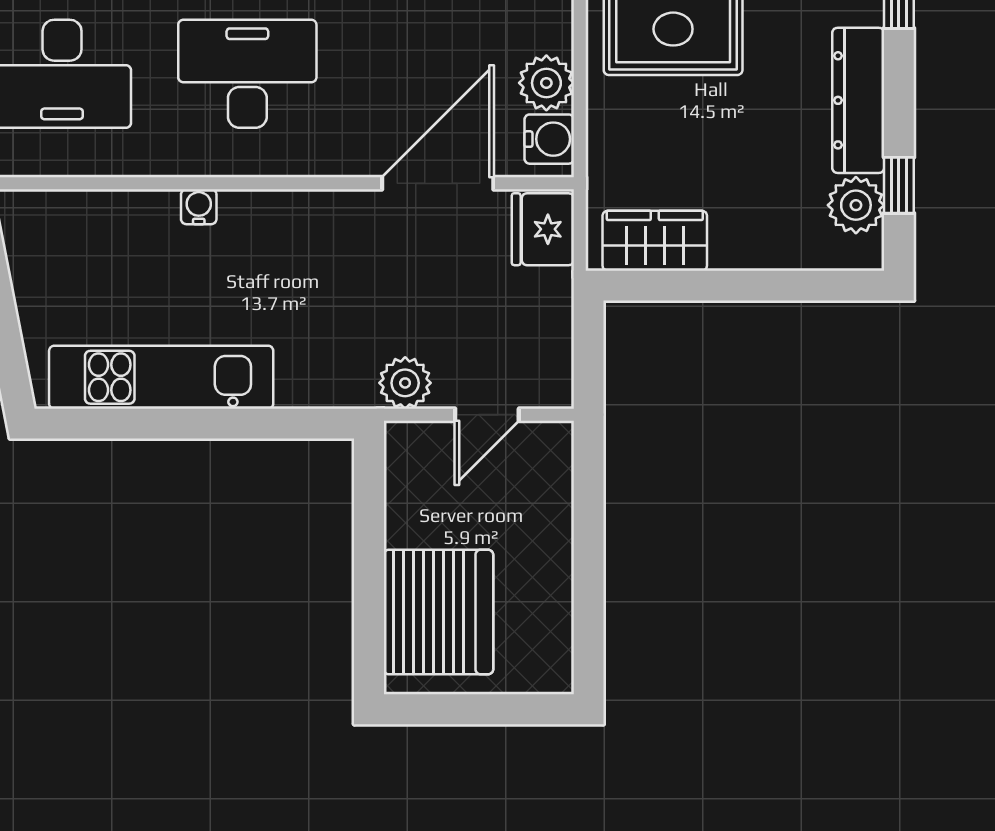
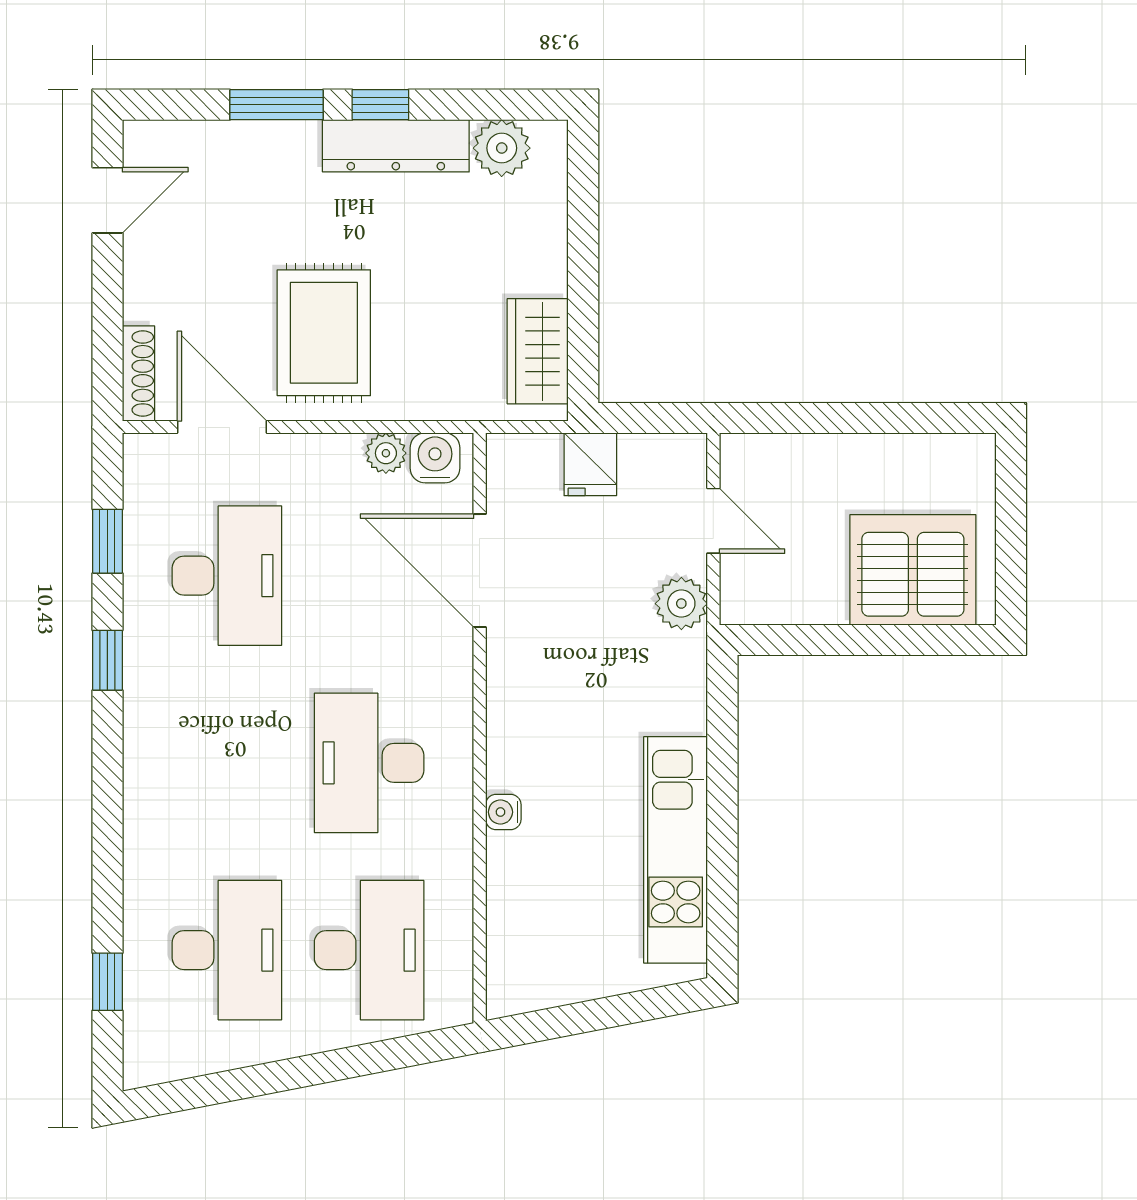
plant: (546, 83) -> (386, 453), width x0.73, depth x0.73
window: (899, 185) -> (380, 105), moved
fridge: (543, 229) -> (590, 464), moved, width x0.72

